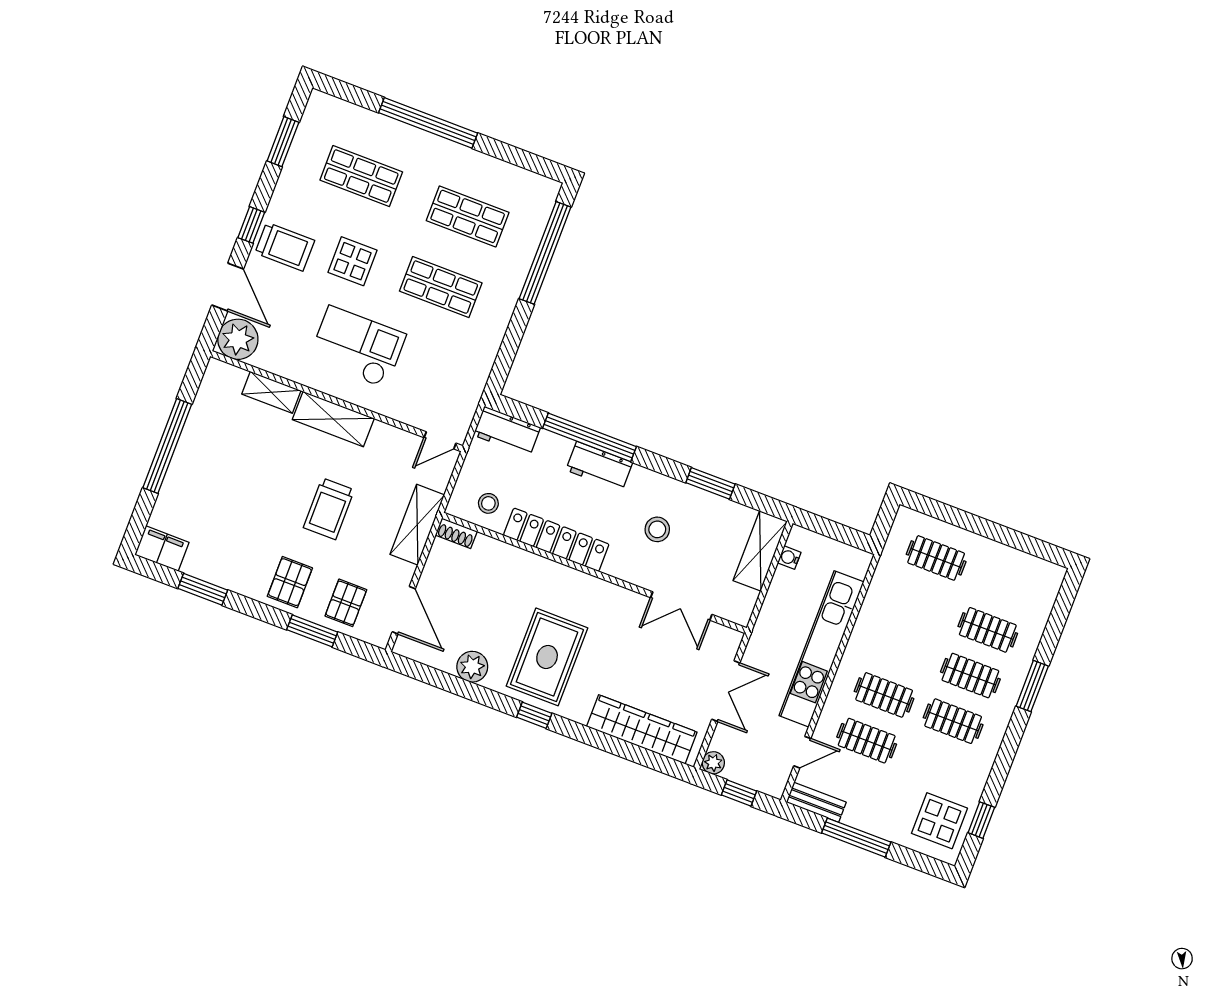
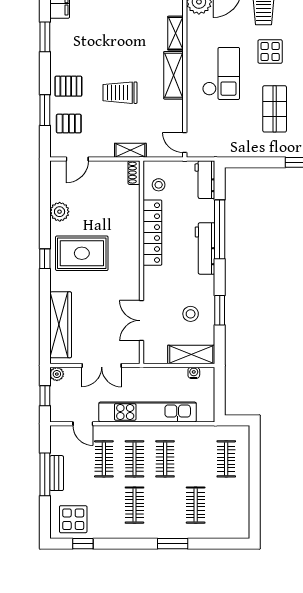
workbench: (599, 466) -> (205, 248), width x1.38
shelving: (417, 525) -> (130, 150), width x0.67, depth x0.75
stool: (657, 529) -> (191, 314), moved
door: (404, 610) -> (77, 159), width x0.73
clothes rail: (970, 676) -> (165, 459), moved
bench: (816, 802) -> (57, 473), moved

